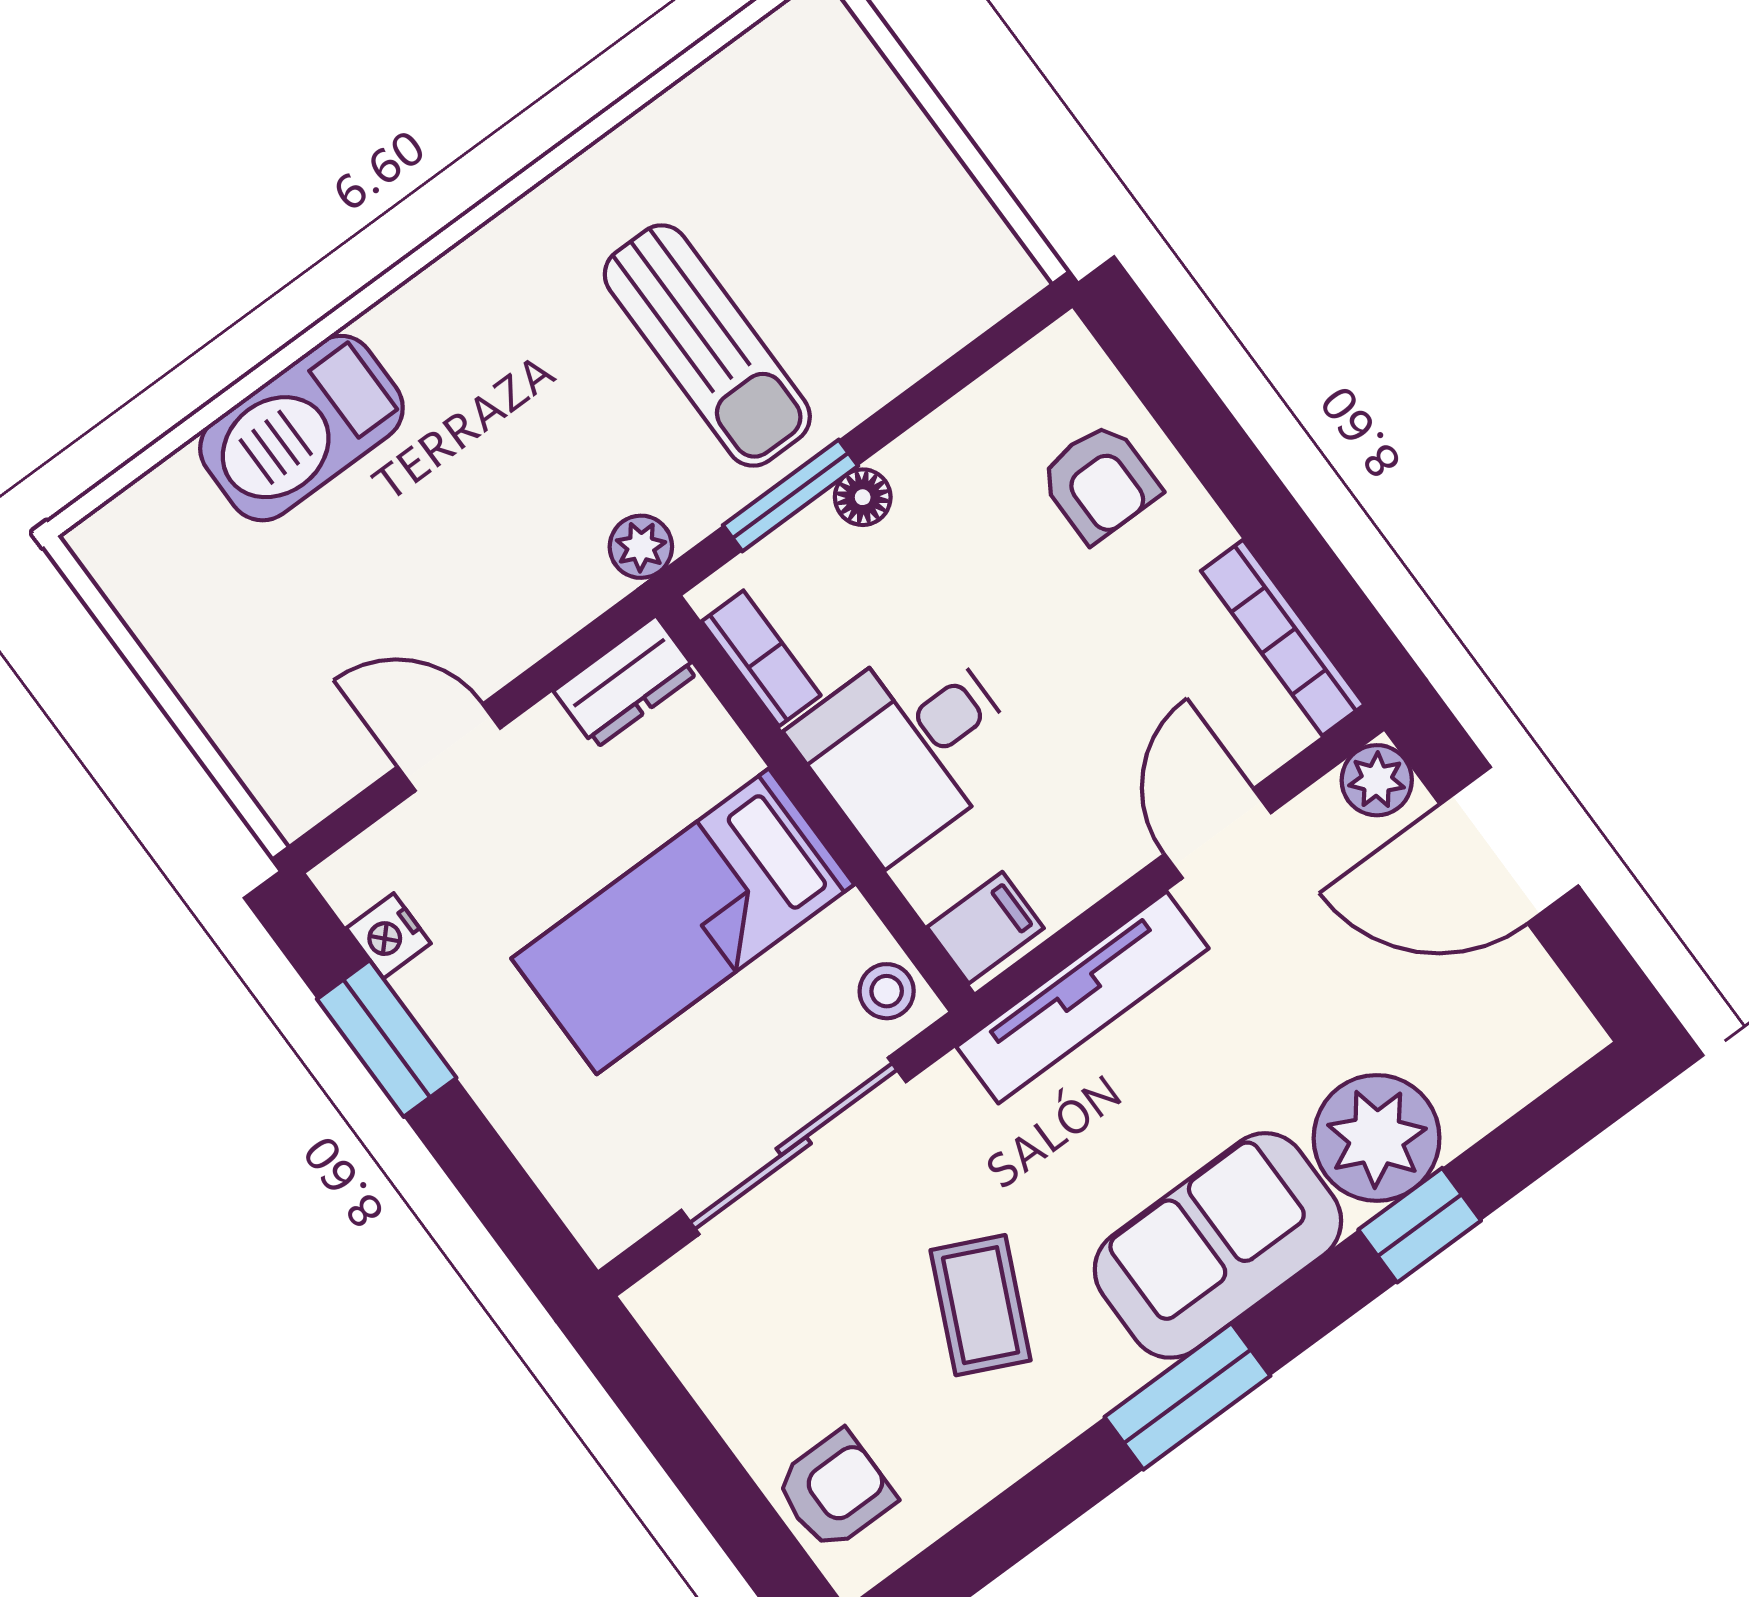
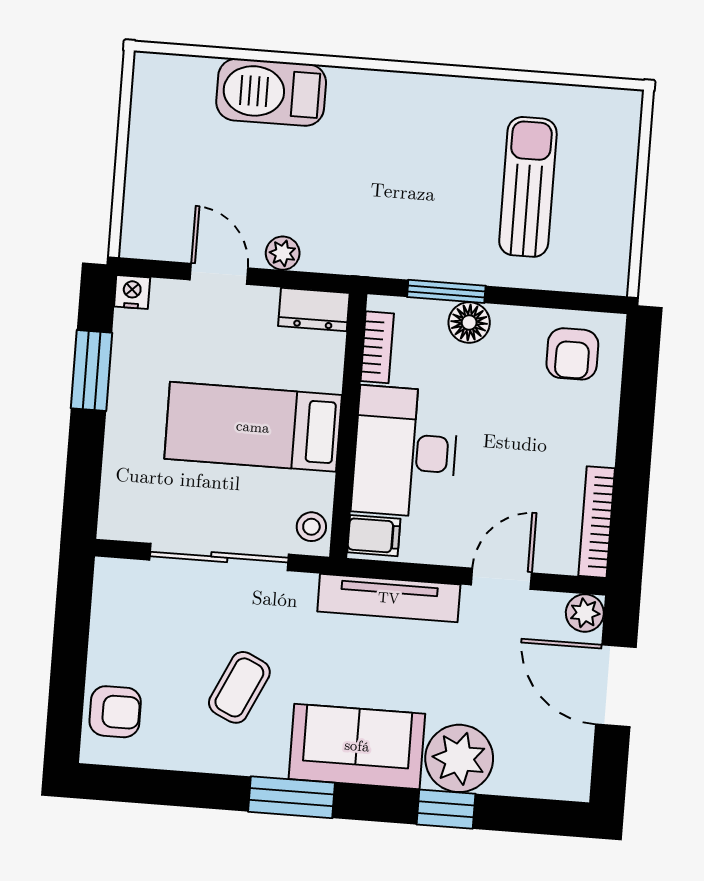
sun lounger: (707, 345) -> (528, 187), moved, turned 180
armchair: (1099, 482) -> (572, 354), moved
floor lamp: (863, 497) -> (469, 323), width x1.37, depth x1.37
plant: (641, 547) -> (283, 253), moved
desk: (909, 746) -> (405, 452), width x1.37
nightstand: (389, 936) -> (132, 292), moved, turned 90

